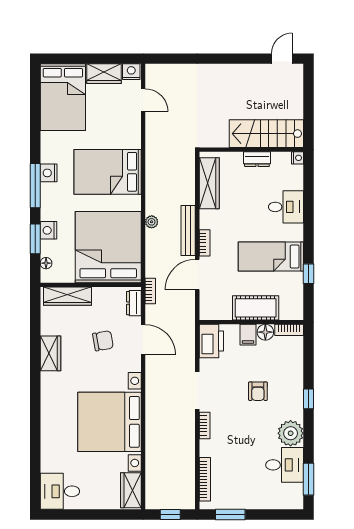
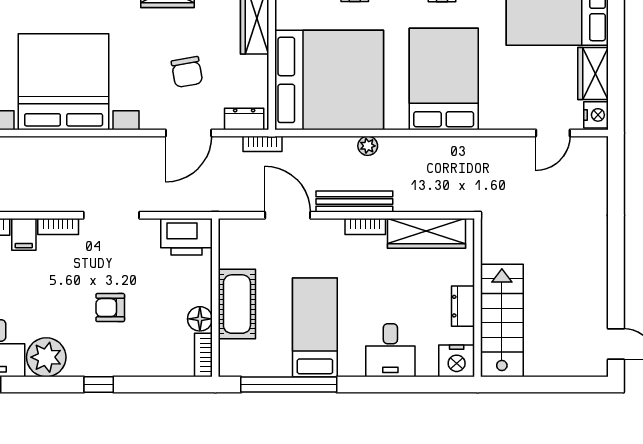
nightstand: (298, 158) -> (457, 361), width x1.89, depth x1.79
bookcase: (205, 243) -> (365, 226), moved
window: (309, 274) -> (289, 384), width x3.17
filing cabinet: (248, 335) -> (24, 234), moved, turned -90

